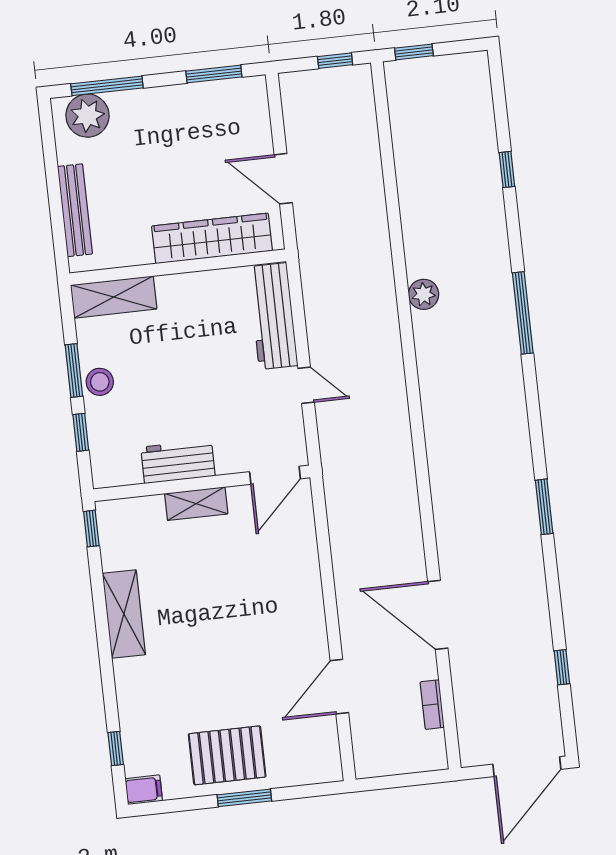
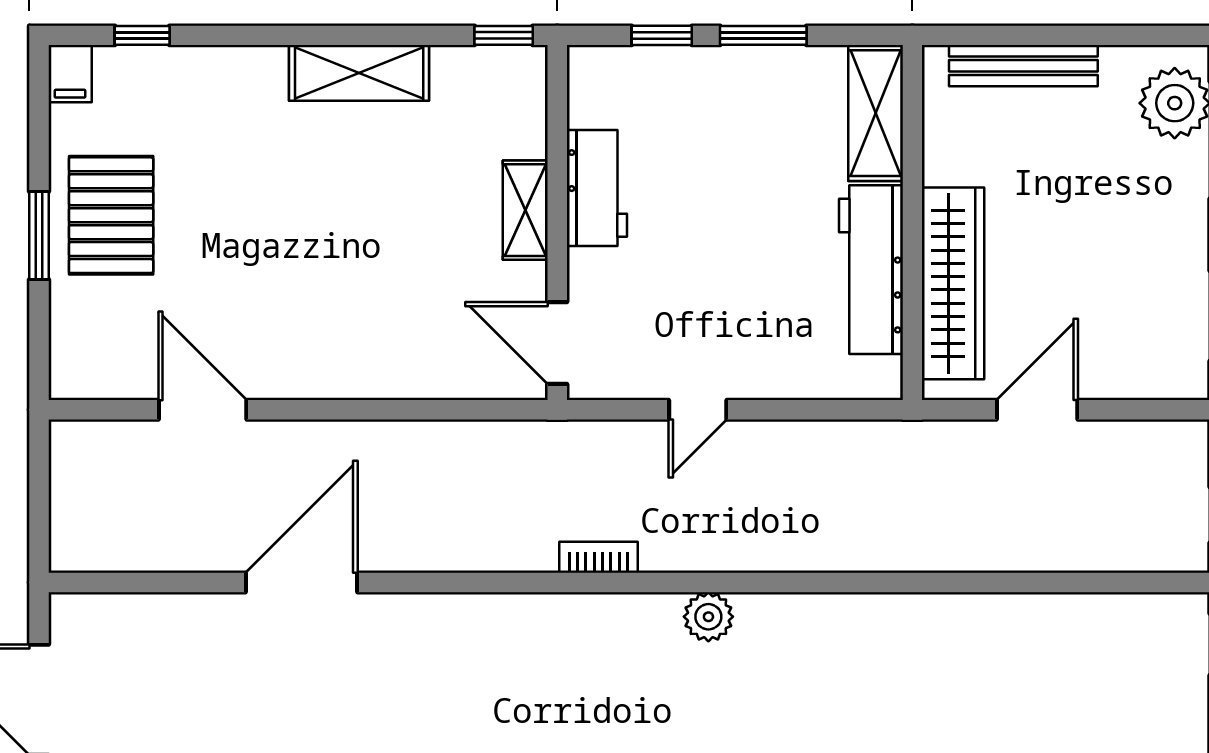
plant: (424, 294) -> (708, 617), moved
workbench: (273, 316) -> (871, 270), moved, turned -90
stool: (100, 382) -> (740, 75), removed
bookcase: (432, 705) -> (598, 557), moved

